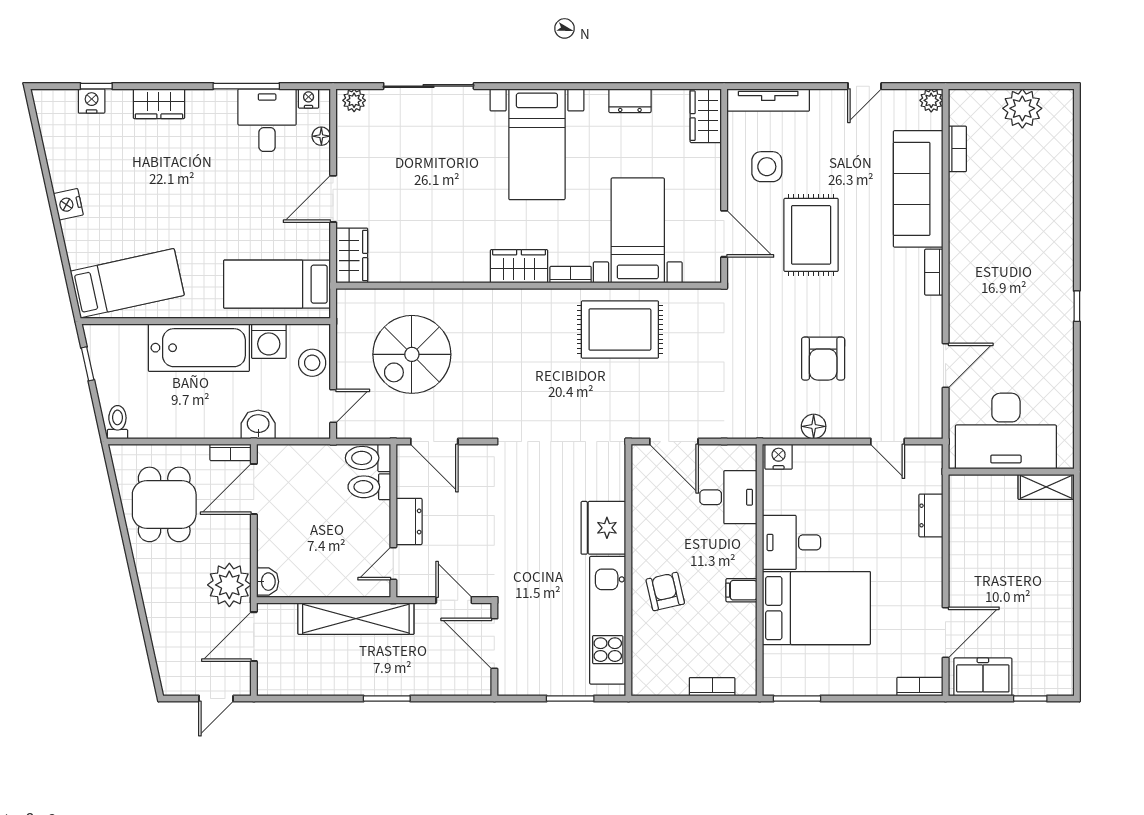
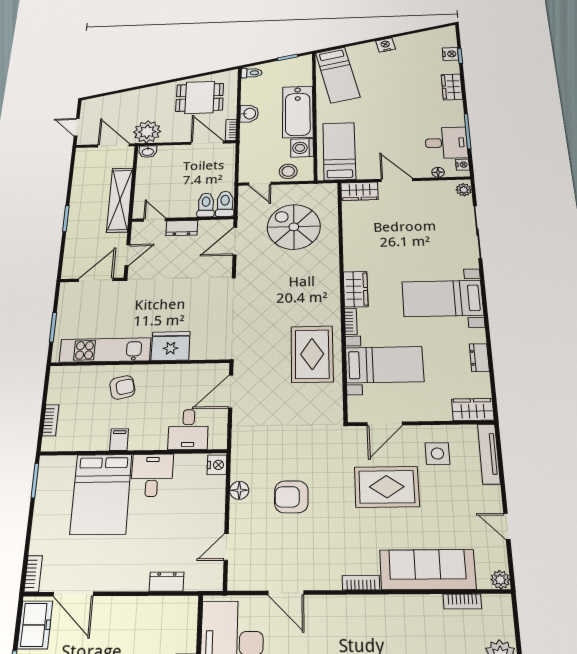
washbasin: (258, 424) -> (249, 114), moved

